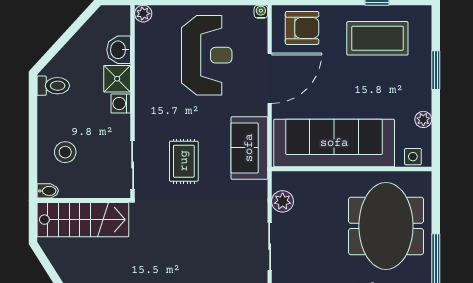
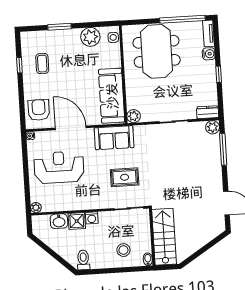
coffee table: (377, 38) -> (42, 64), width x0.54, depth x0.58
plant: (423, 119) -> (90, 37), width x1.87, depth x1.87
sofa: (334, 143) -> (112, 96), width x0.74, depth x0.79
plant: (283, 201) -> (134, 116), moved
meeting table: (386, 226) -> (157, 51), turned 90

